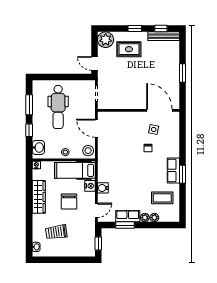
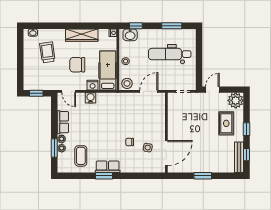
window: (29, 130) -> (136, 26), moved
window: (125, 225) -> (54, 148), moved

